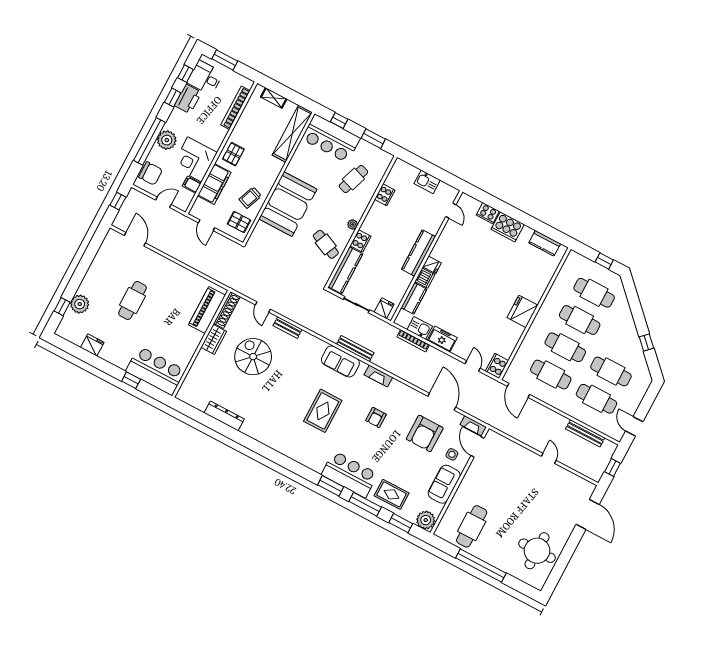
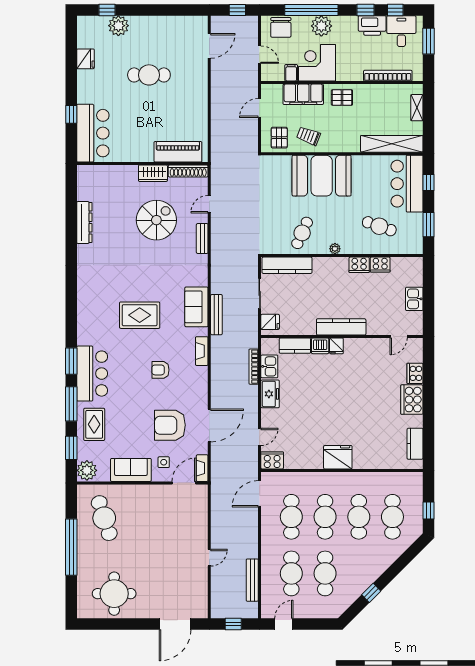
cooker: (361, 241) -> (359, 265), moved
cafe table: (472, 526) -> (104, 518), turned 72

